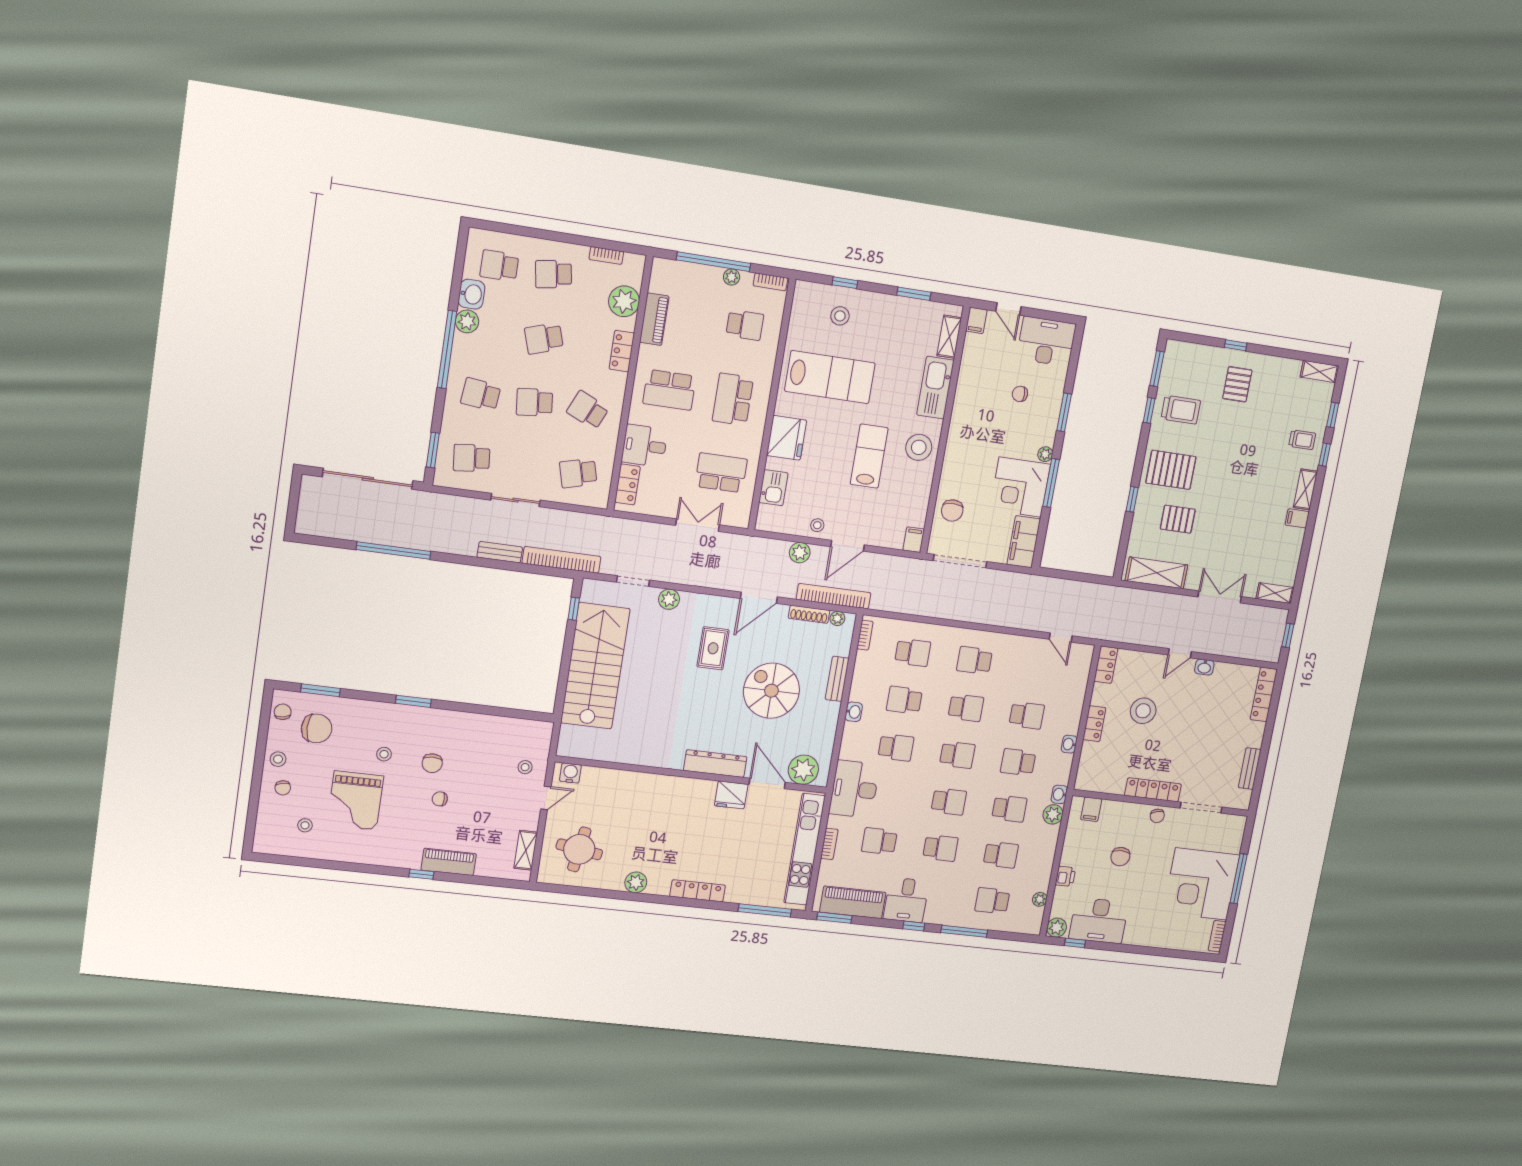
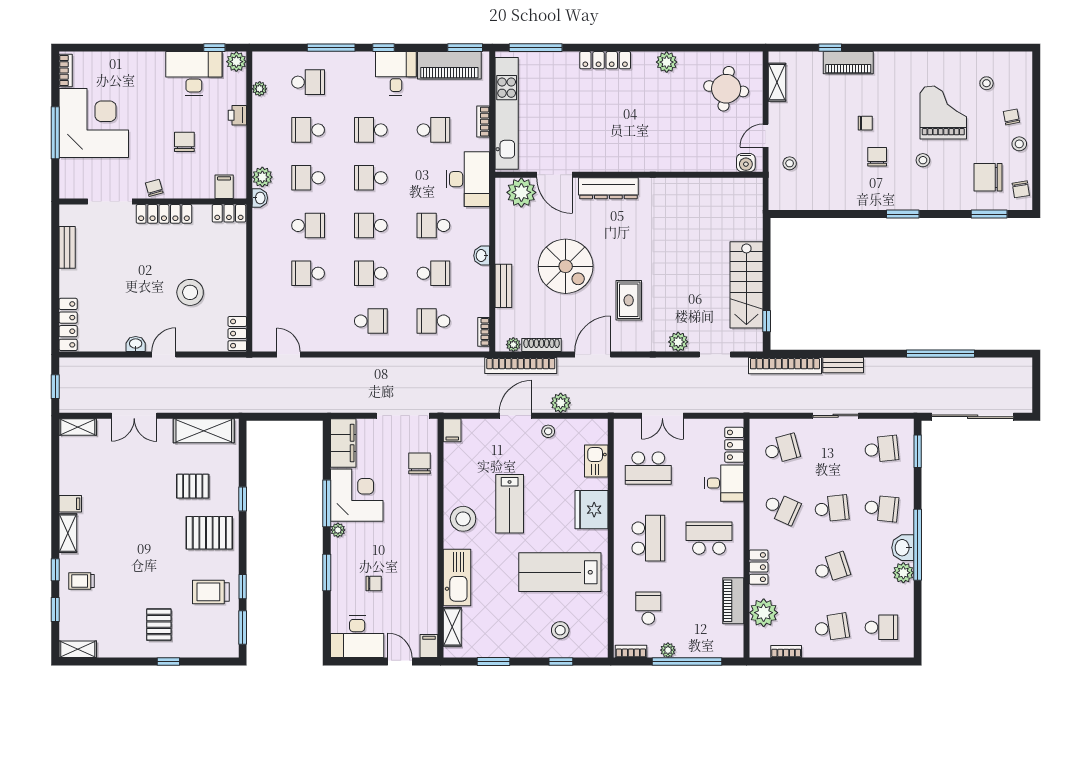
washbasin: (471, 294) -> (903, 548), moved
school desk: (745, 325) -> (648, 608), turned 90
stairs: (595, 666) -> (746, 285), width x0.73, depth x0.66
locker: (1094, 724) -> (229, 213), moved, turned -90
washbasin: (1069, 744) -> (259, 250), removed
fridge: (731, 795) -> (588, 159), removed
window: (421, 874) -> (830, 48), moved

